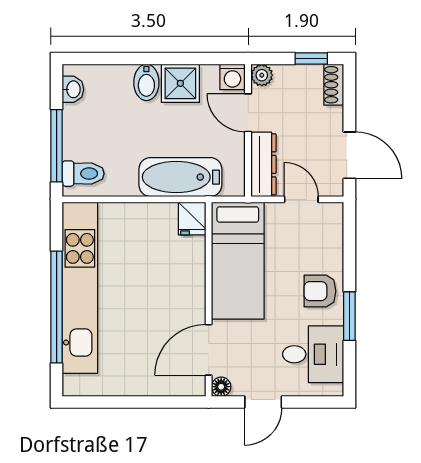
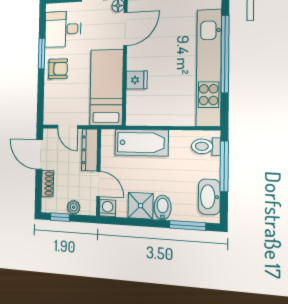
window: (109, 59) -> (187, 225), added
plant: (262, 75) -> (74, 207), moved
shoe rack: (334, 85) -> (47, 184), moved
washbasin: (73, 89) -> (209, 197), width x1.91, depth x1.45
fridge: (192, 219) -> (137, 80), moved, turned 90

